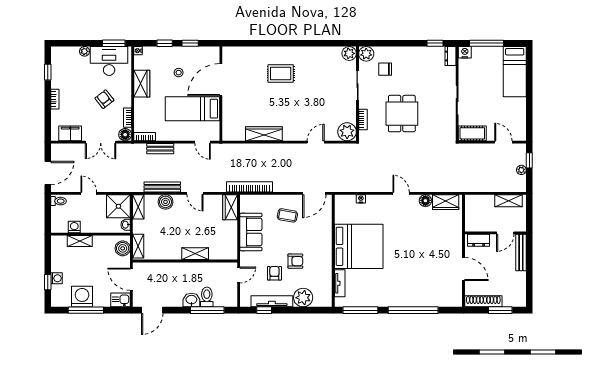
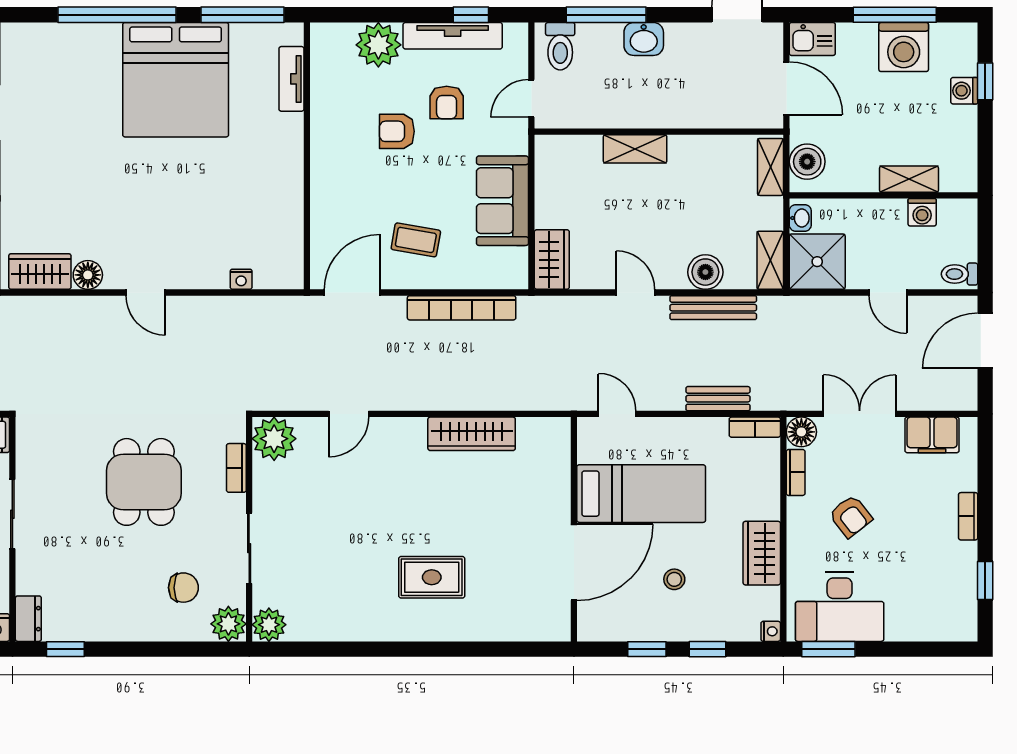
plant: (85, 51) -> (898, 630), removed
bookcase: (250, 187) -> (462, 308), moved
bed: (359, 246) -> (176, 80), moved, turned -90
toilet: (207, 297) -> (560, 46), moved

